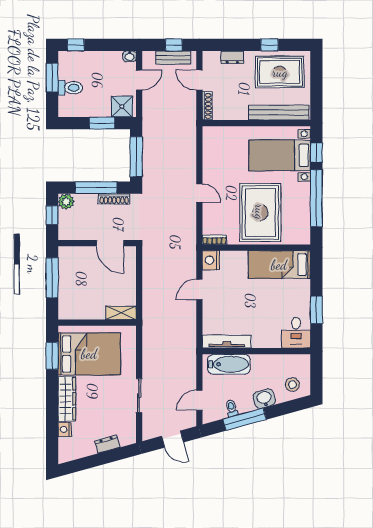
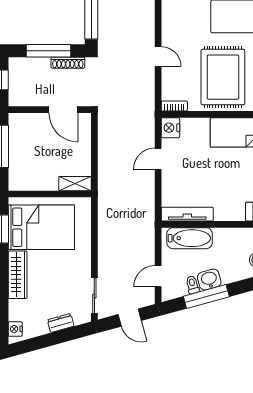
plant: (66, 202) -> (17, 65), removed
sliding door: (139, 396) -> (94, 296), moved
washbasin: (264, 399) -> (209, 280), moved
nightstand: (65, 430) -> (15, 329), moved

